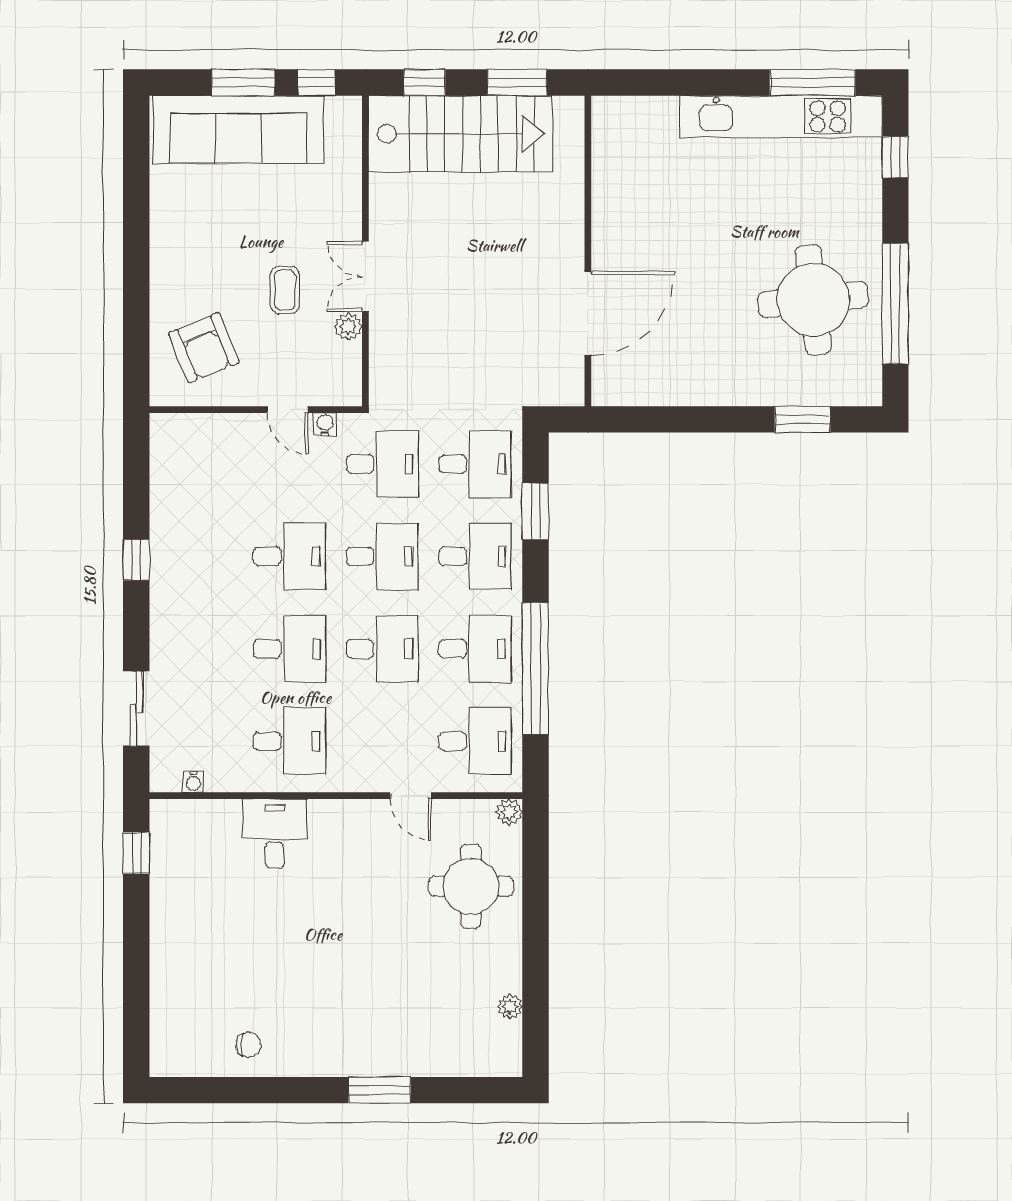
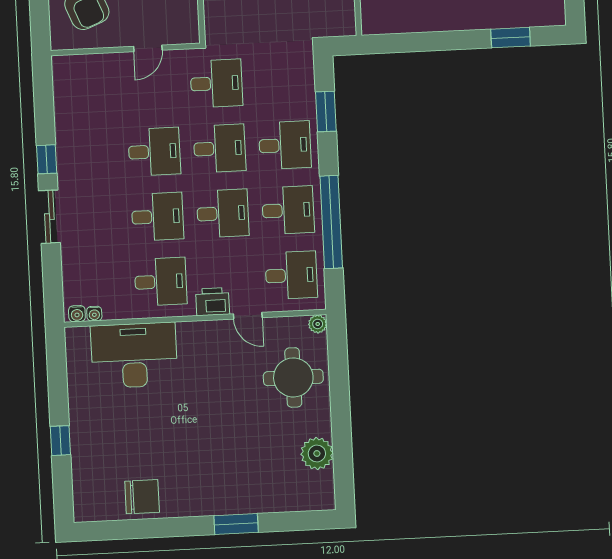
door: (288, 410) -> (148, 48), hinge flipped
water cooler: (325, 424) -> (77, 314), moved, turned 180
desk: (475, 464) -> (282, 80), removed
sliding door: (136, 709) -> (49, 217), moved
printer: (362, 773) -> (213, 302), added
desk: (275, 834) -> (134, 355), width x1.87, depth x1.30
window: (136, 853) -> (60, 441), moved
plant: (510, 1007) -> (317, 453), width x1.87, depth x1.87
chair: (248, 1045) -> (142, 497), width x1.87, depth x1.87

